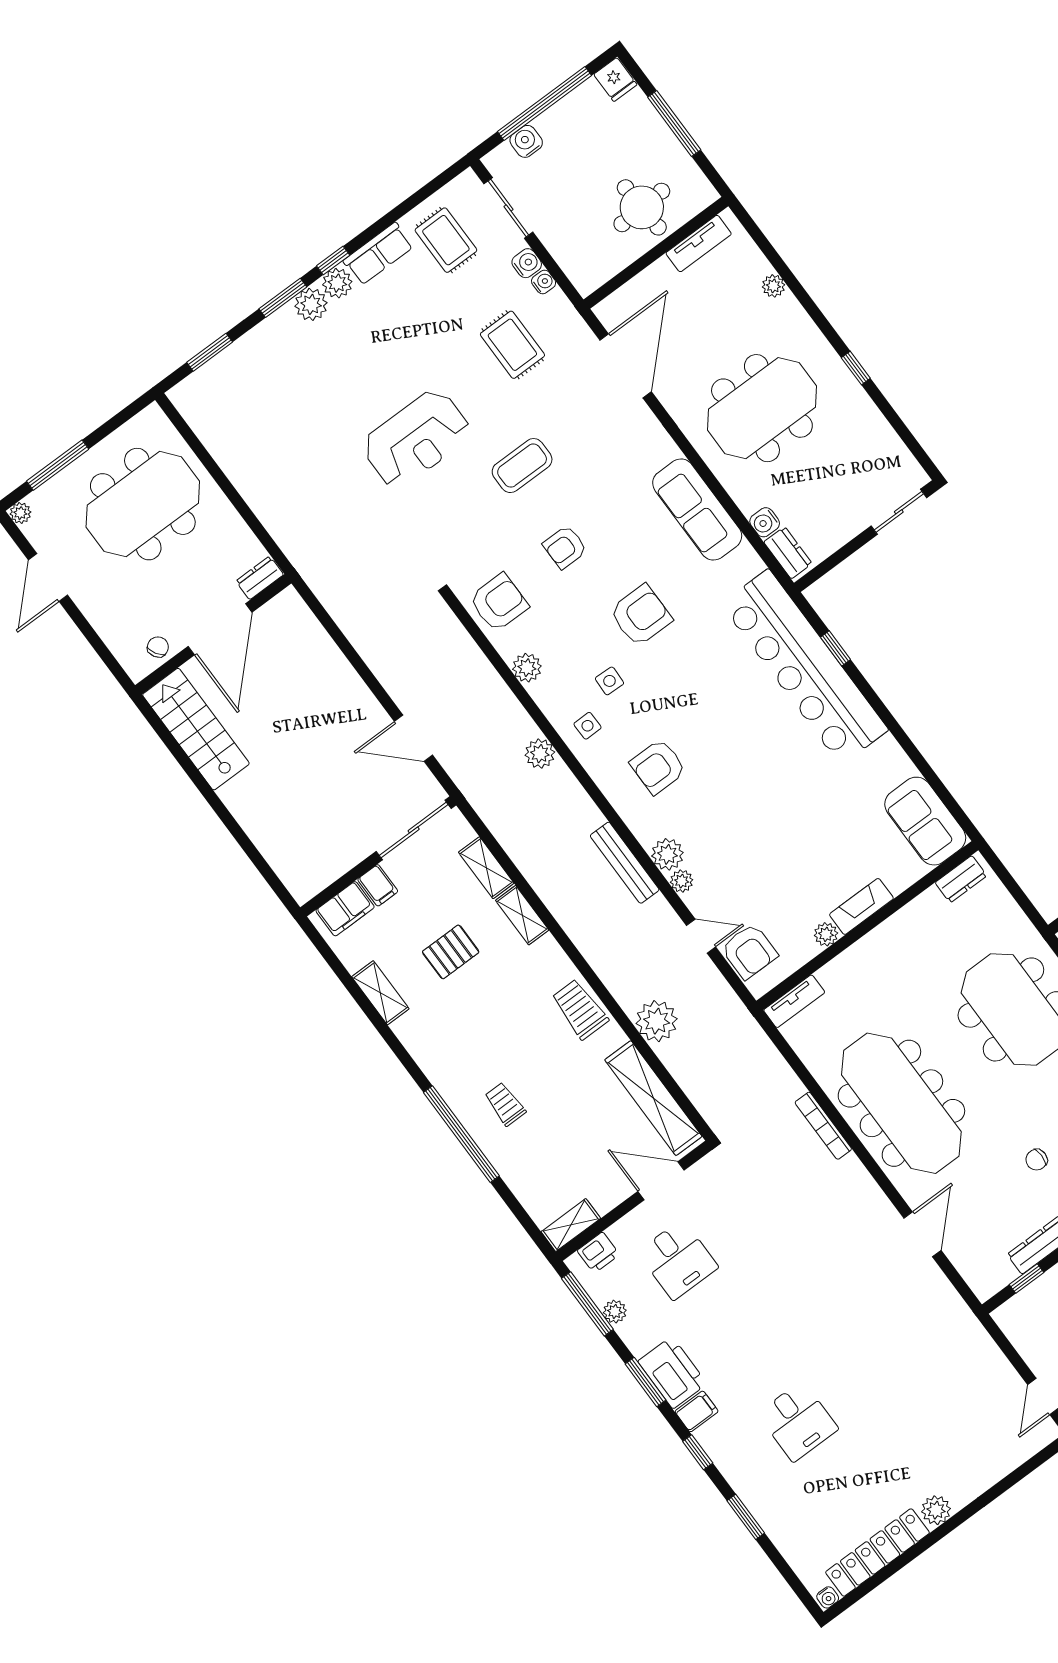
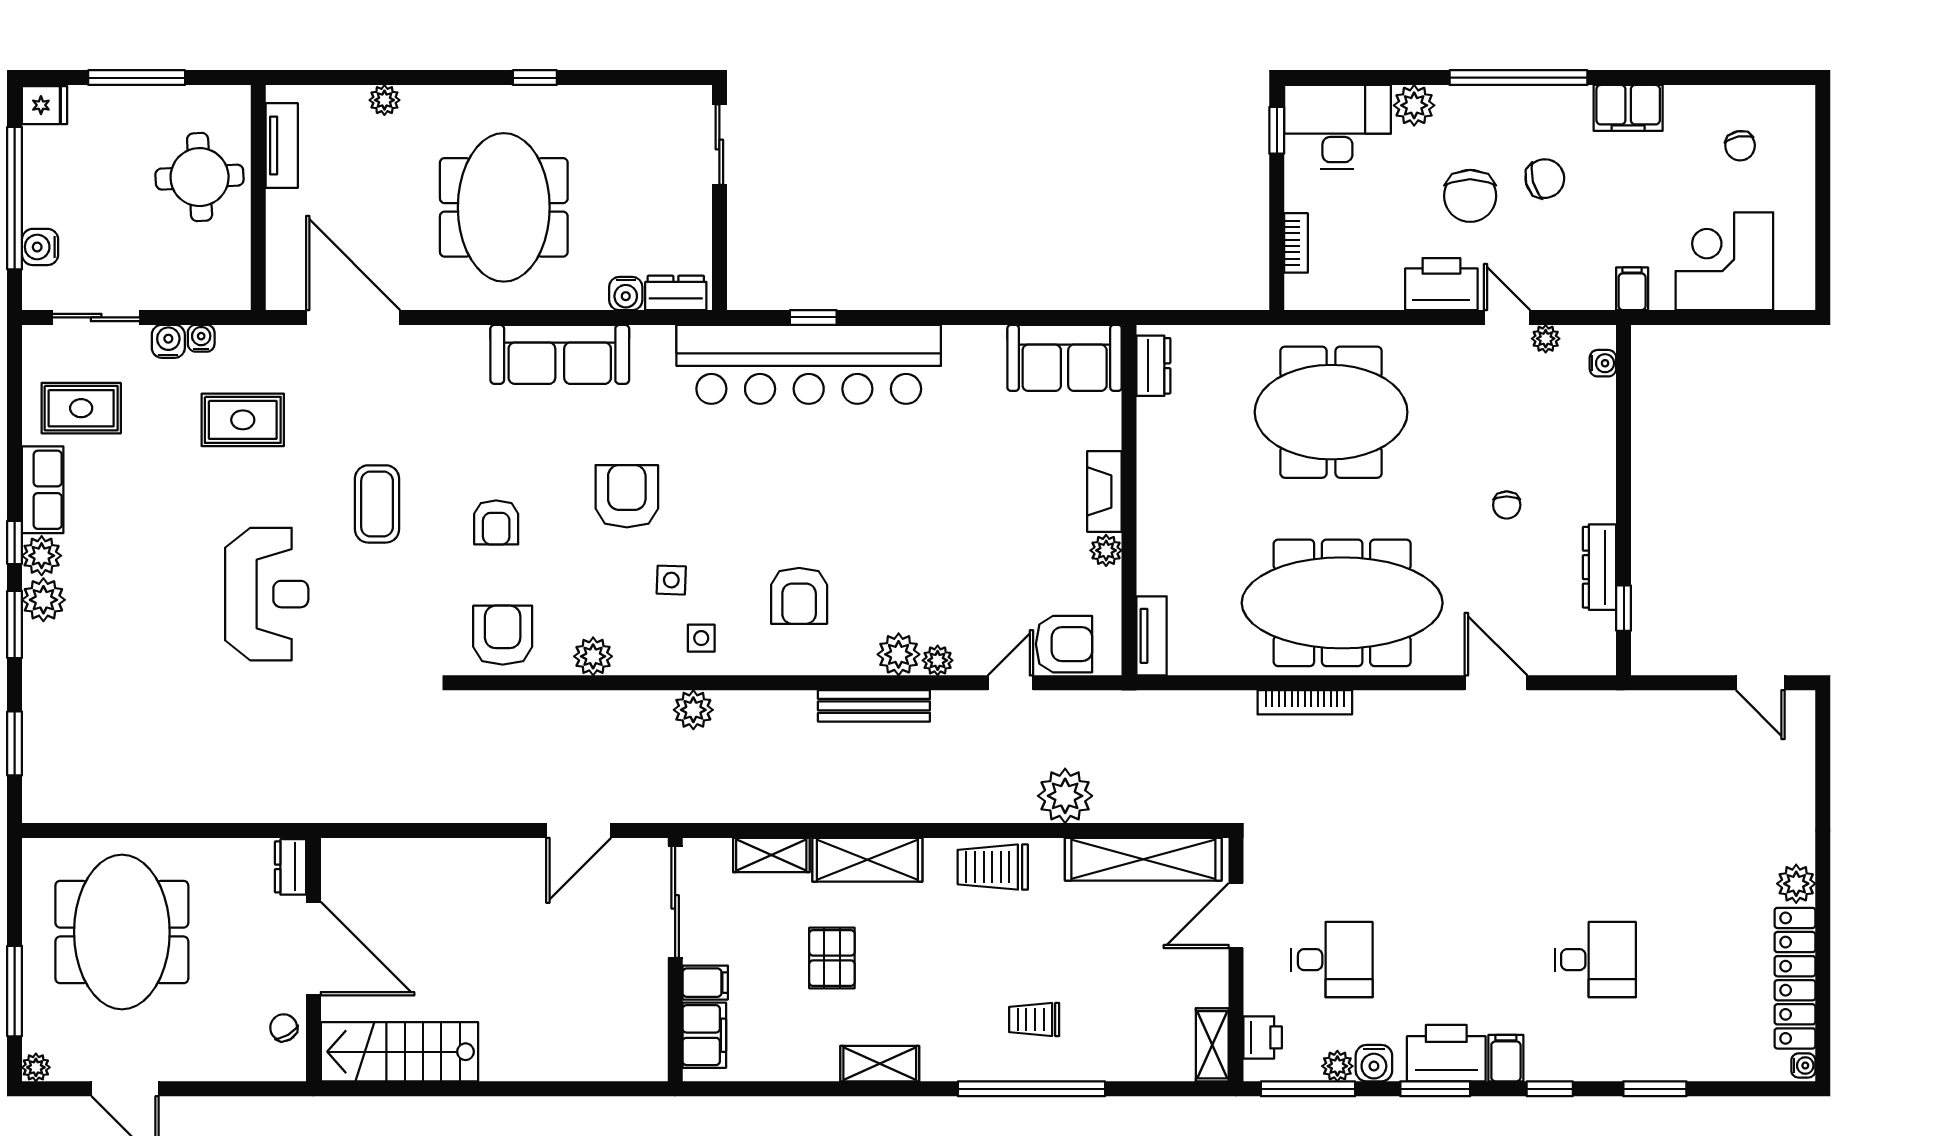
shelving: (522, 915) -> (867, 860), width x1.50, depth x1.33
shelving: (380, 993) -> (880, 1064), moved
water cooler: (633, 1333) -> (1374, 1063), added

